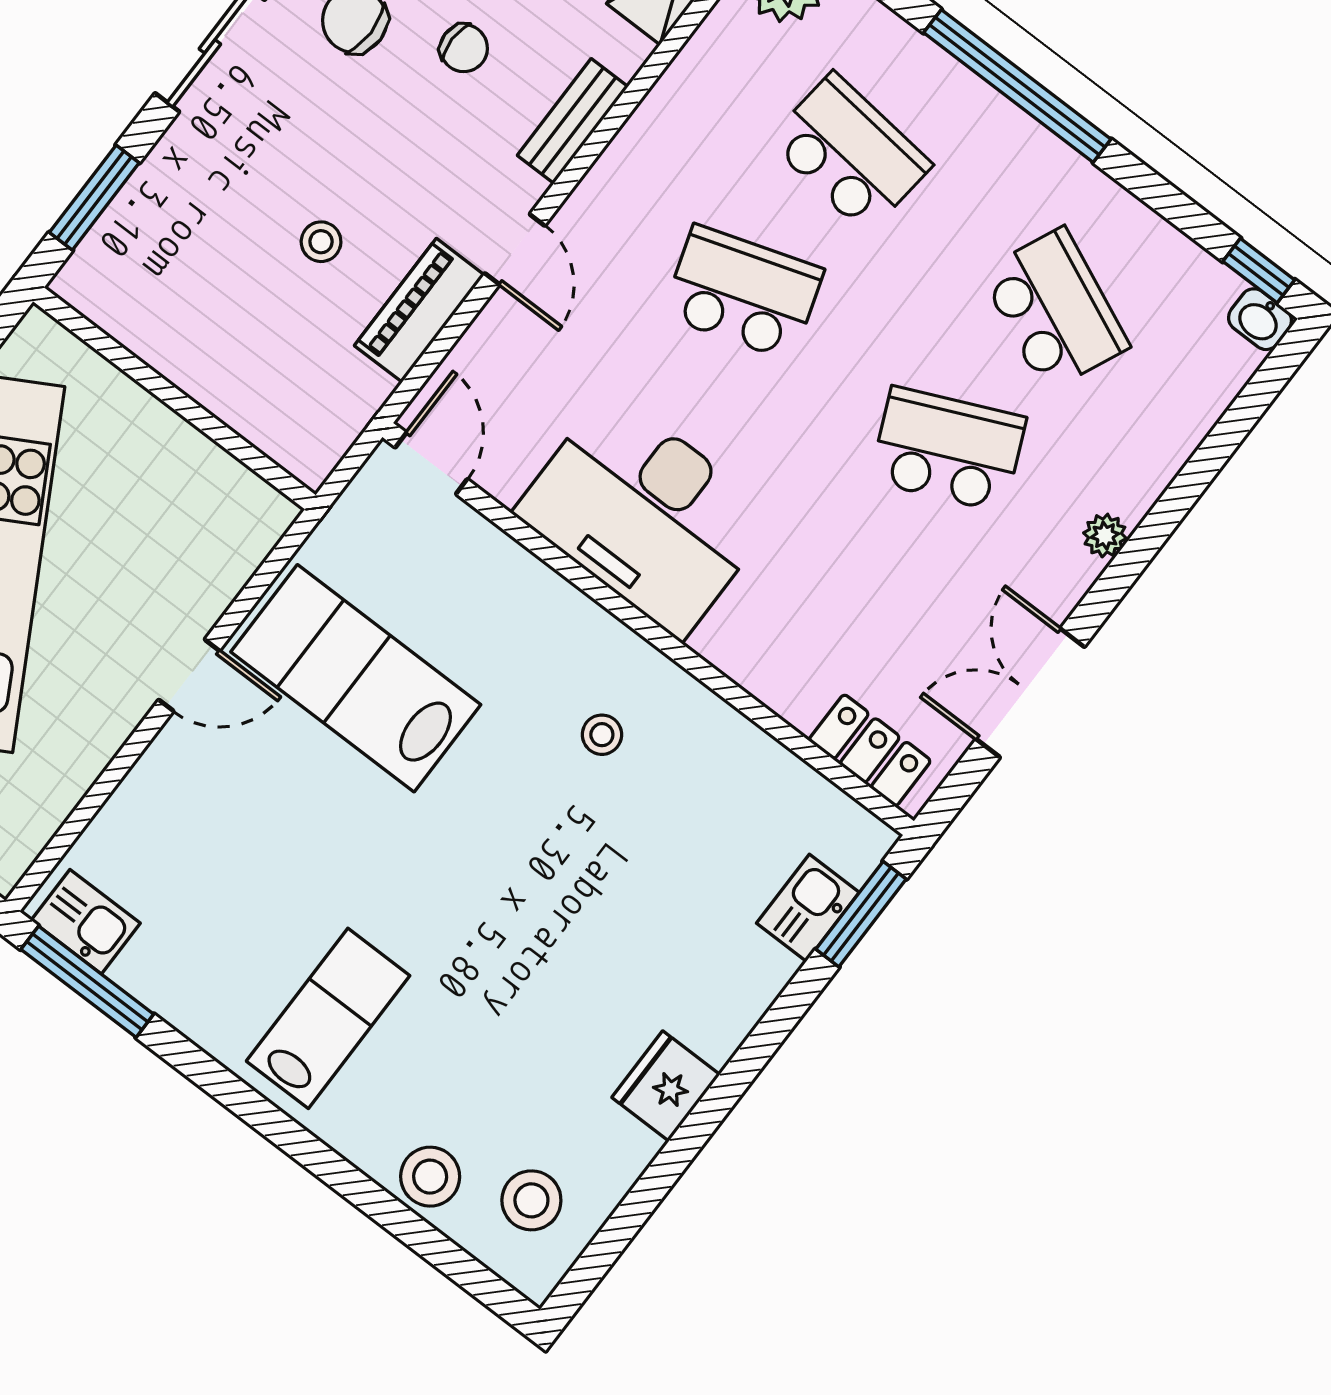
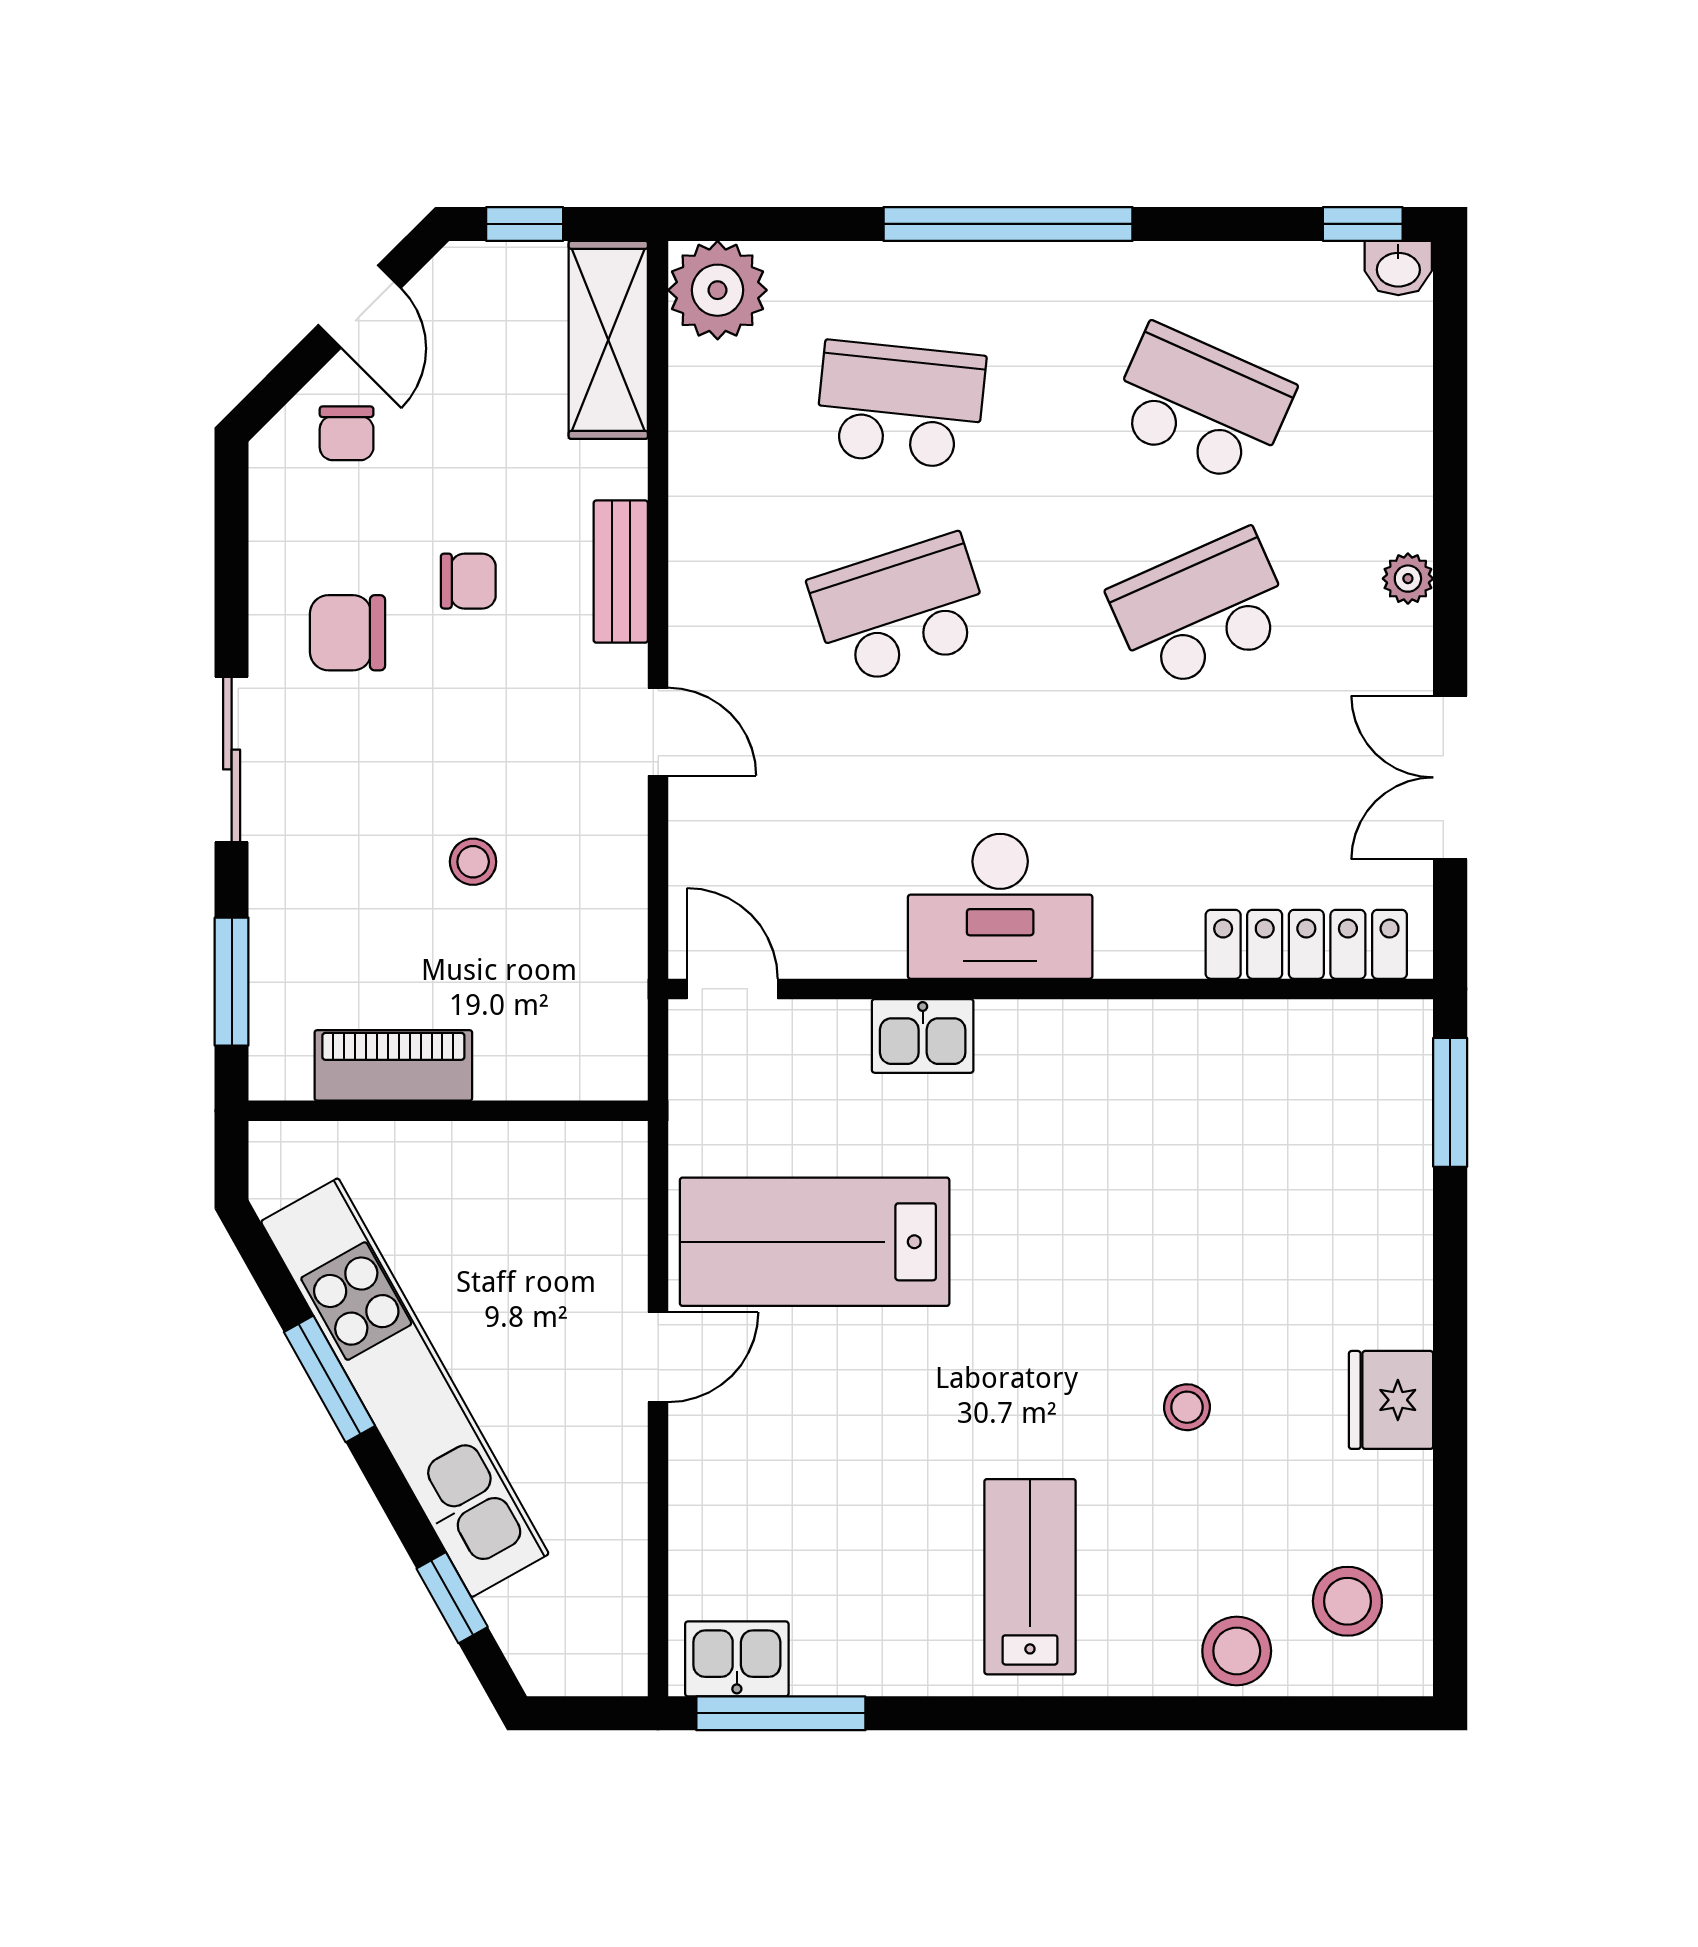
piano: (419, 310) -> (393, 1065), moved, turned 90
desk: (645, 514) -> (1000, 906), width x0.73, depth x0.77
stool: (602, 735) -> (1187, 1407), moved
locker: (870, 750) -> (1306, 944), width x1.53
kitchen sink: (808, 908) -> (923, 1036), moved, turned -90

